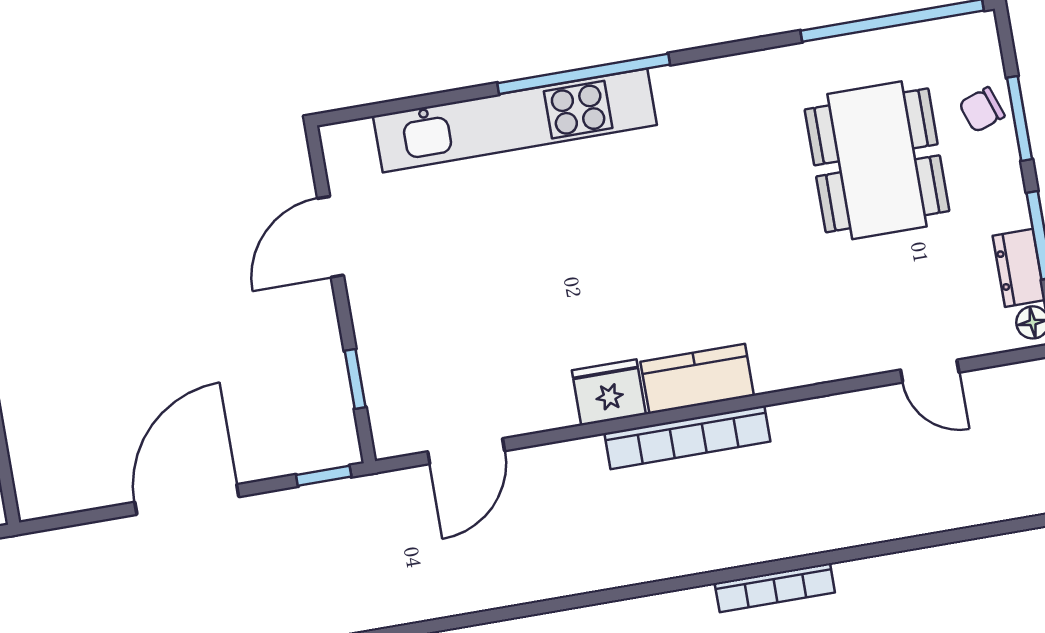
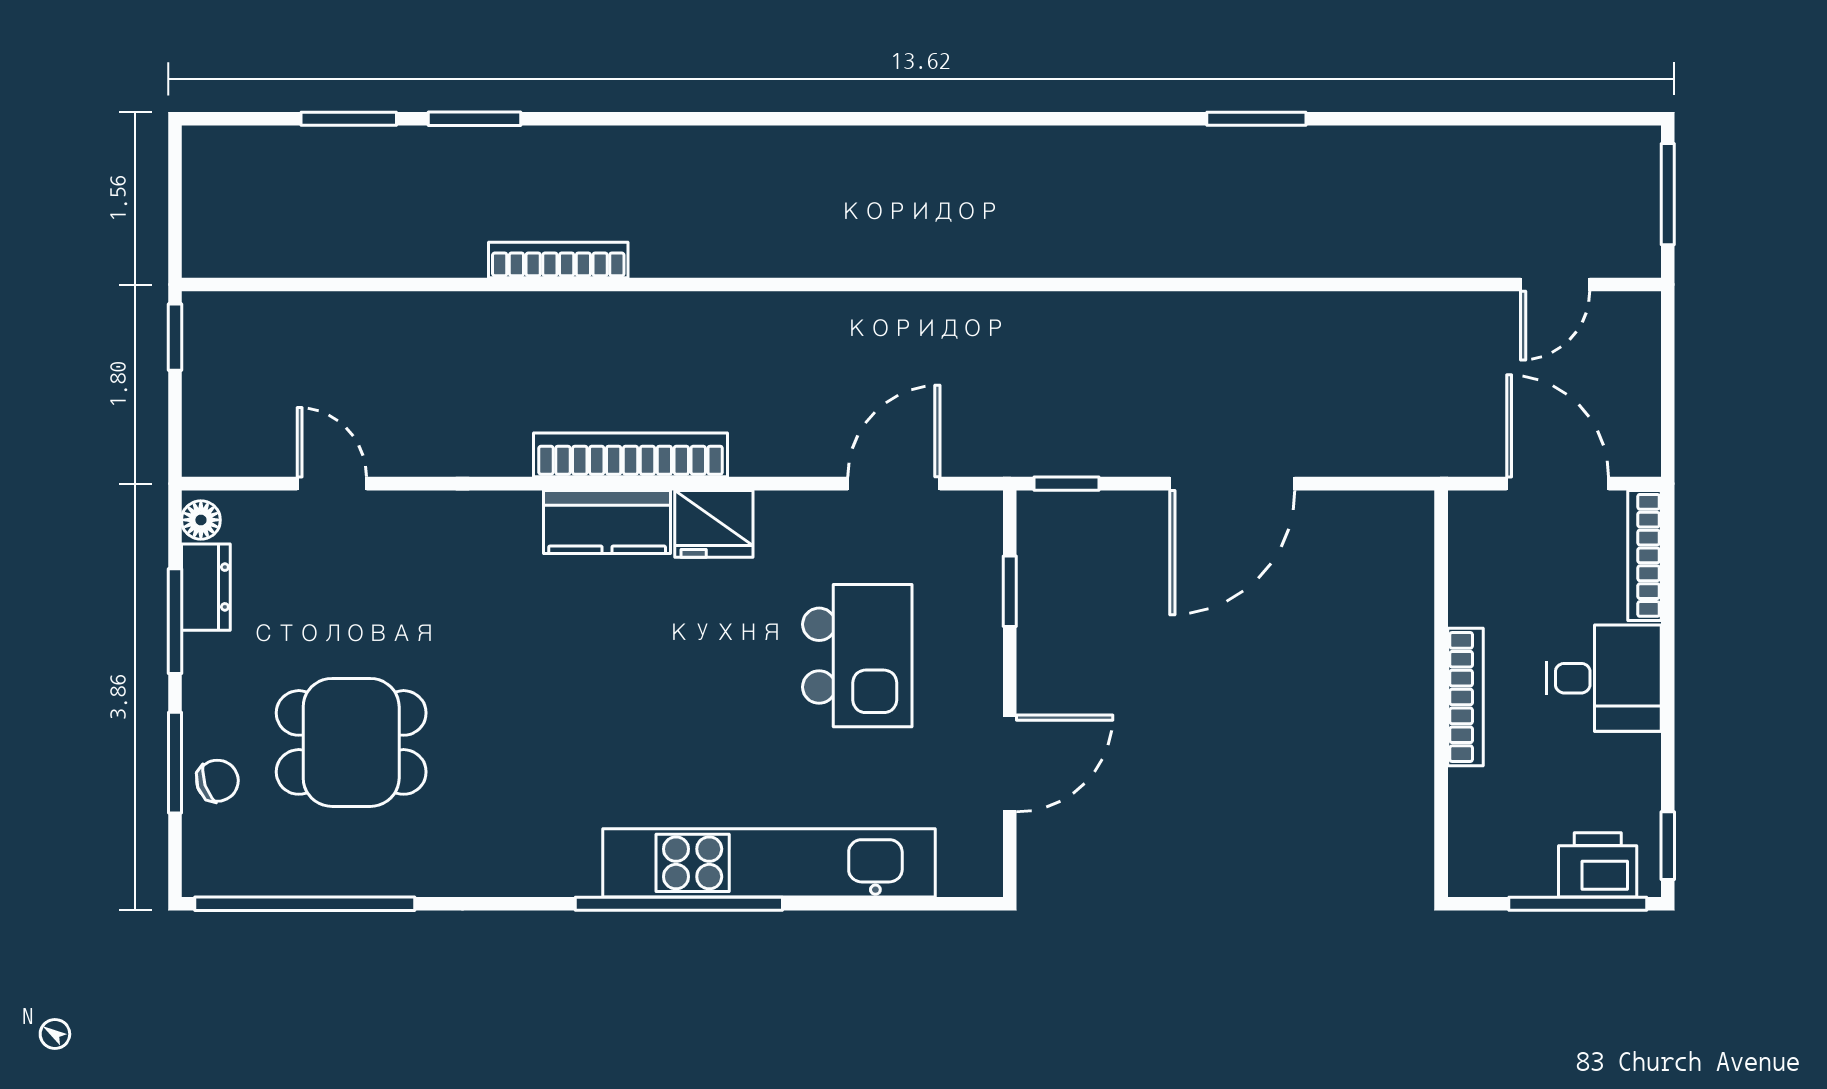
dining table: (877, 160) -> (351, 742), width x0.73
kitchen island: (472, 304) -> (857, 656), added

